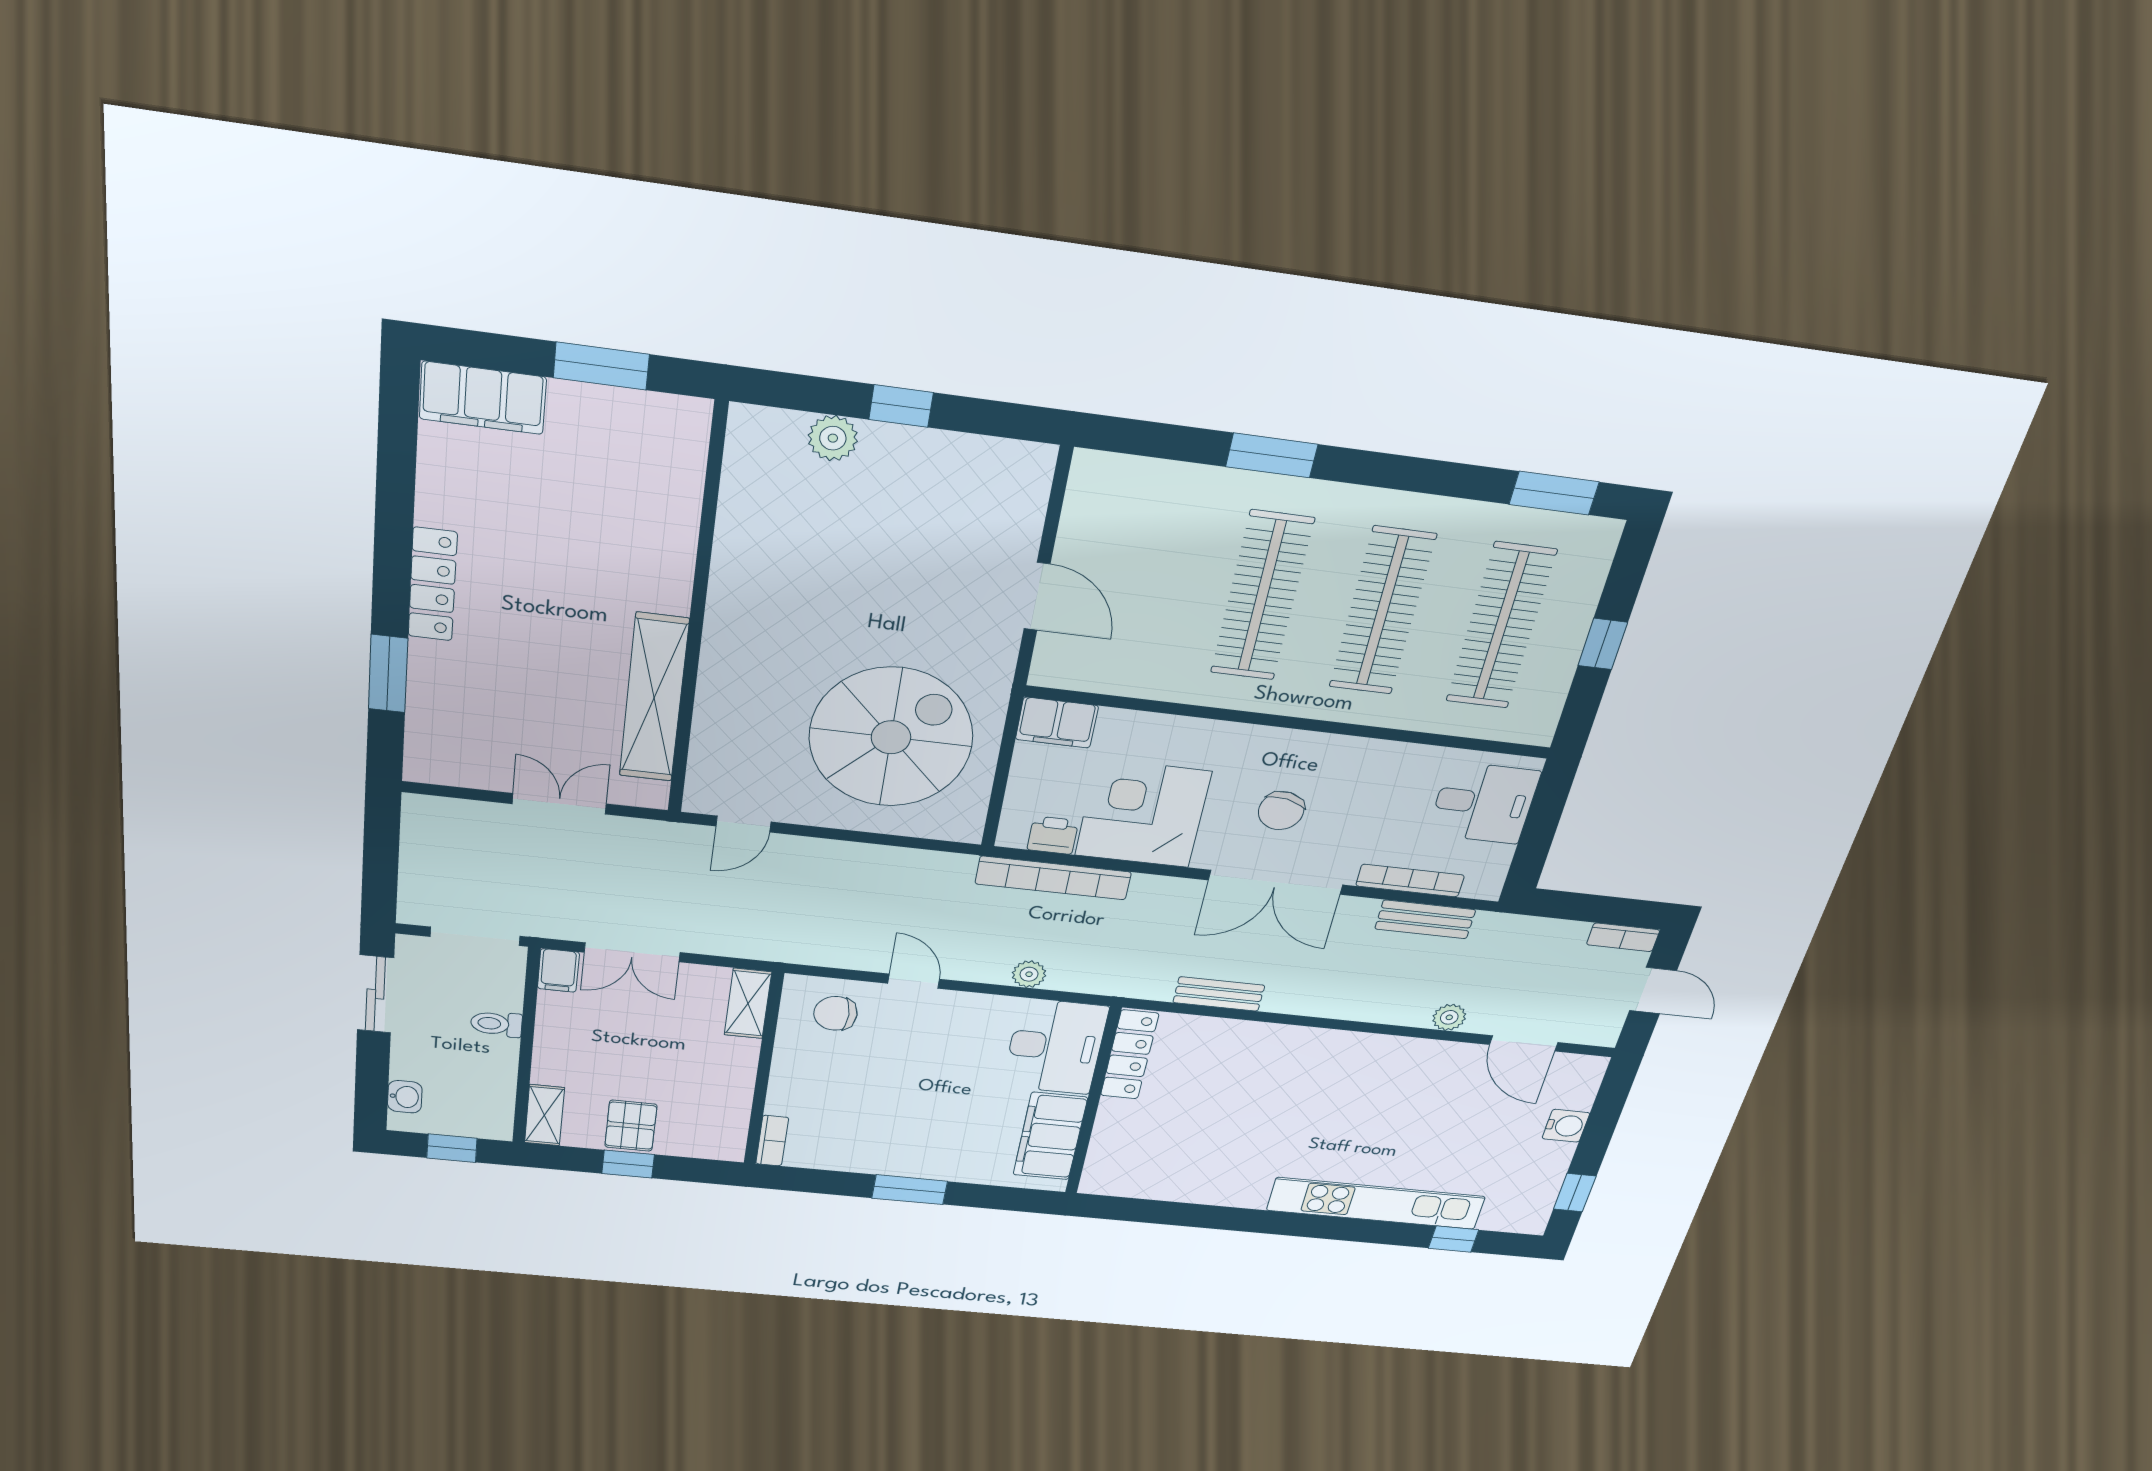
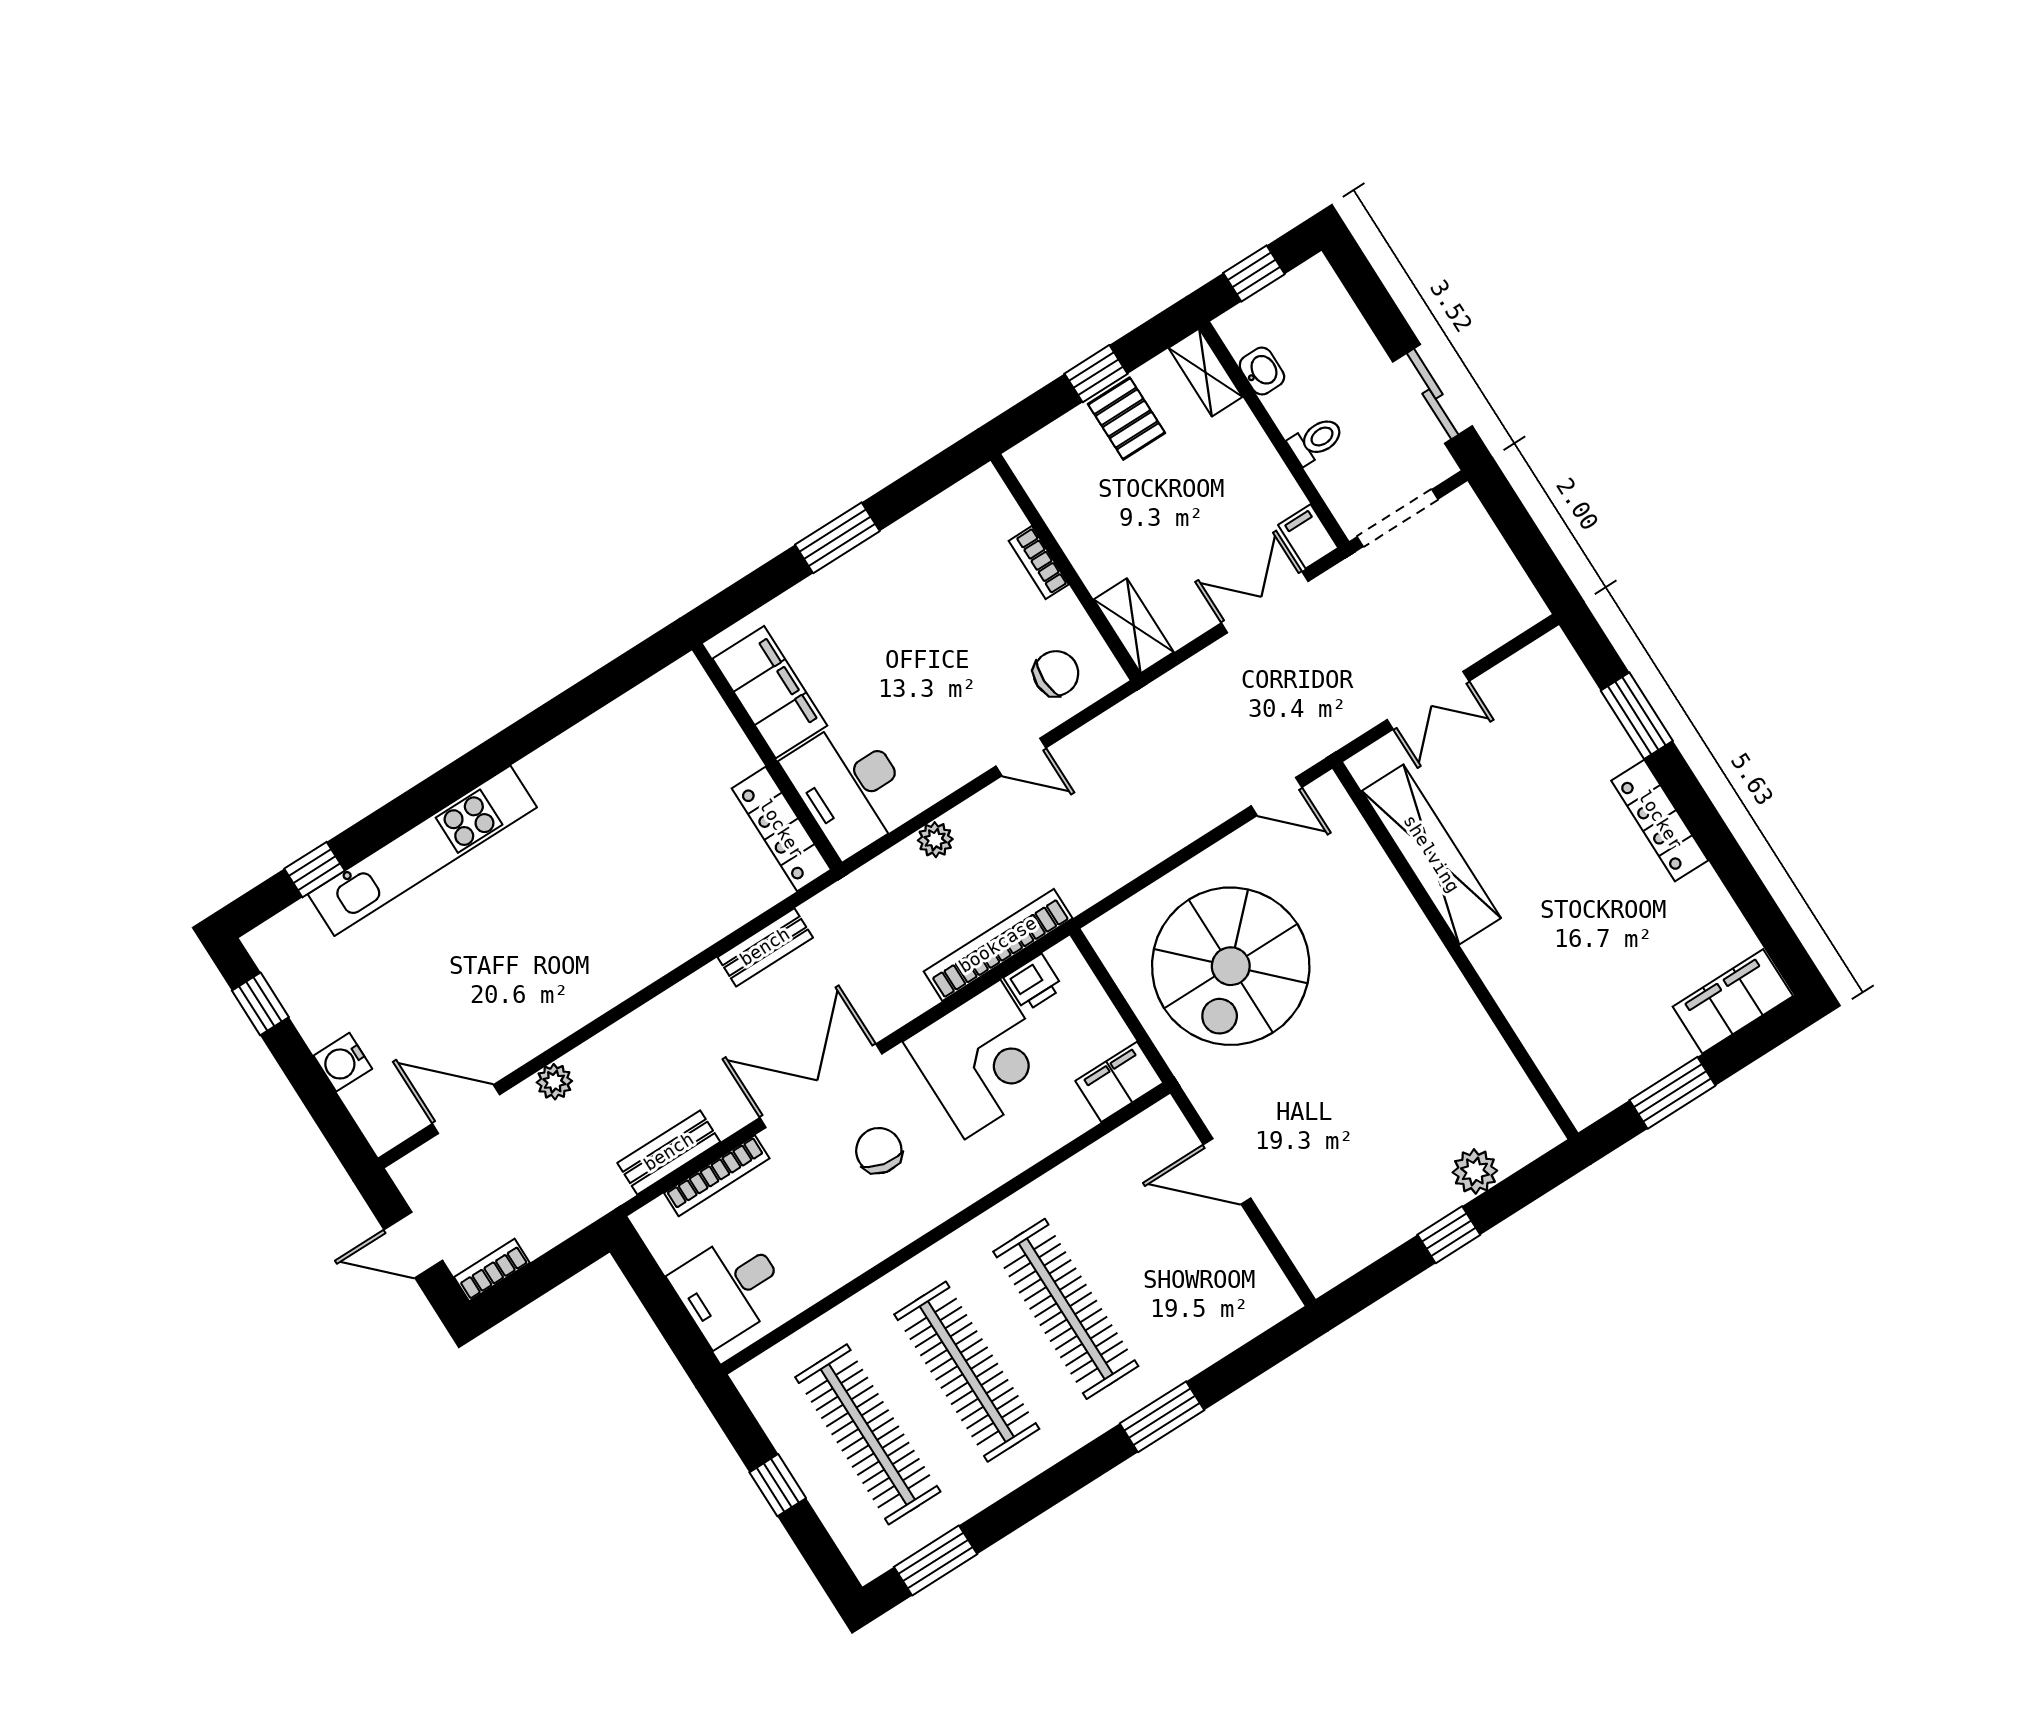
door: (743, 824) -> (1276, 797), swing flipped
washbasin: (405, 1097) -> (1262, 371), moved, turned 180
bookcase: (772, 1141) -> (1039, 563), moved

